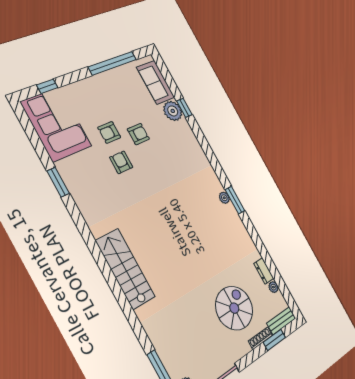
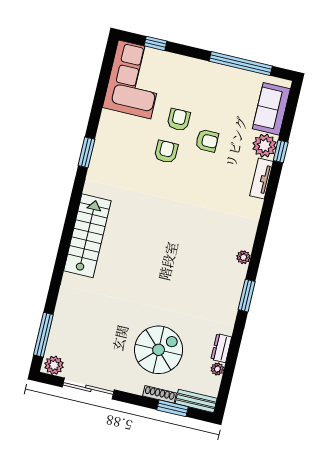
armchair: (109, 132) -> (179, 120), turned 90
tv unit: (190, 135) -> (261, 179), added
window: (58, 182) -> (86, 152), moved
window: (235, 200) -> (247, 296), moved

